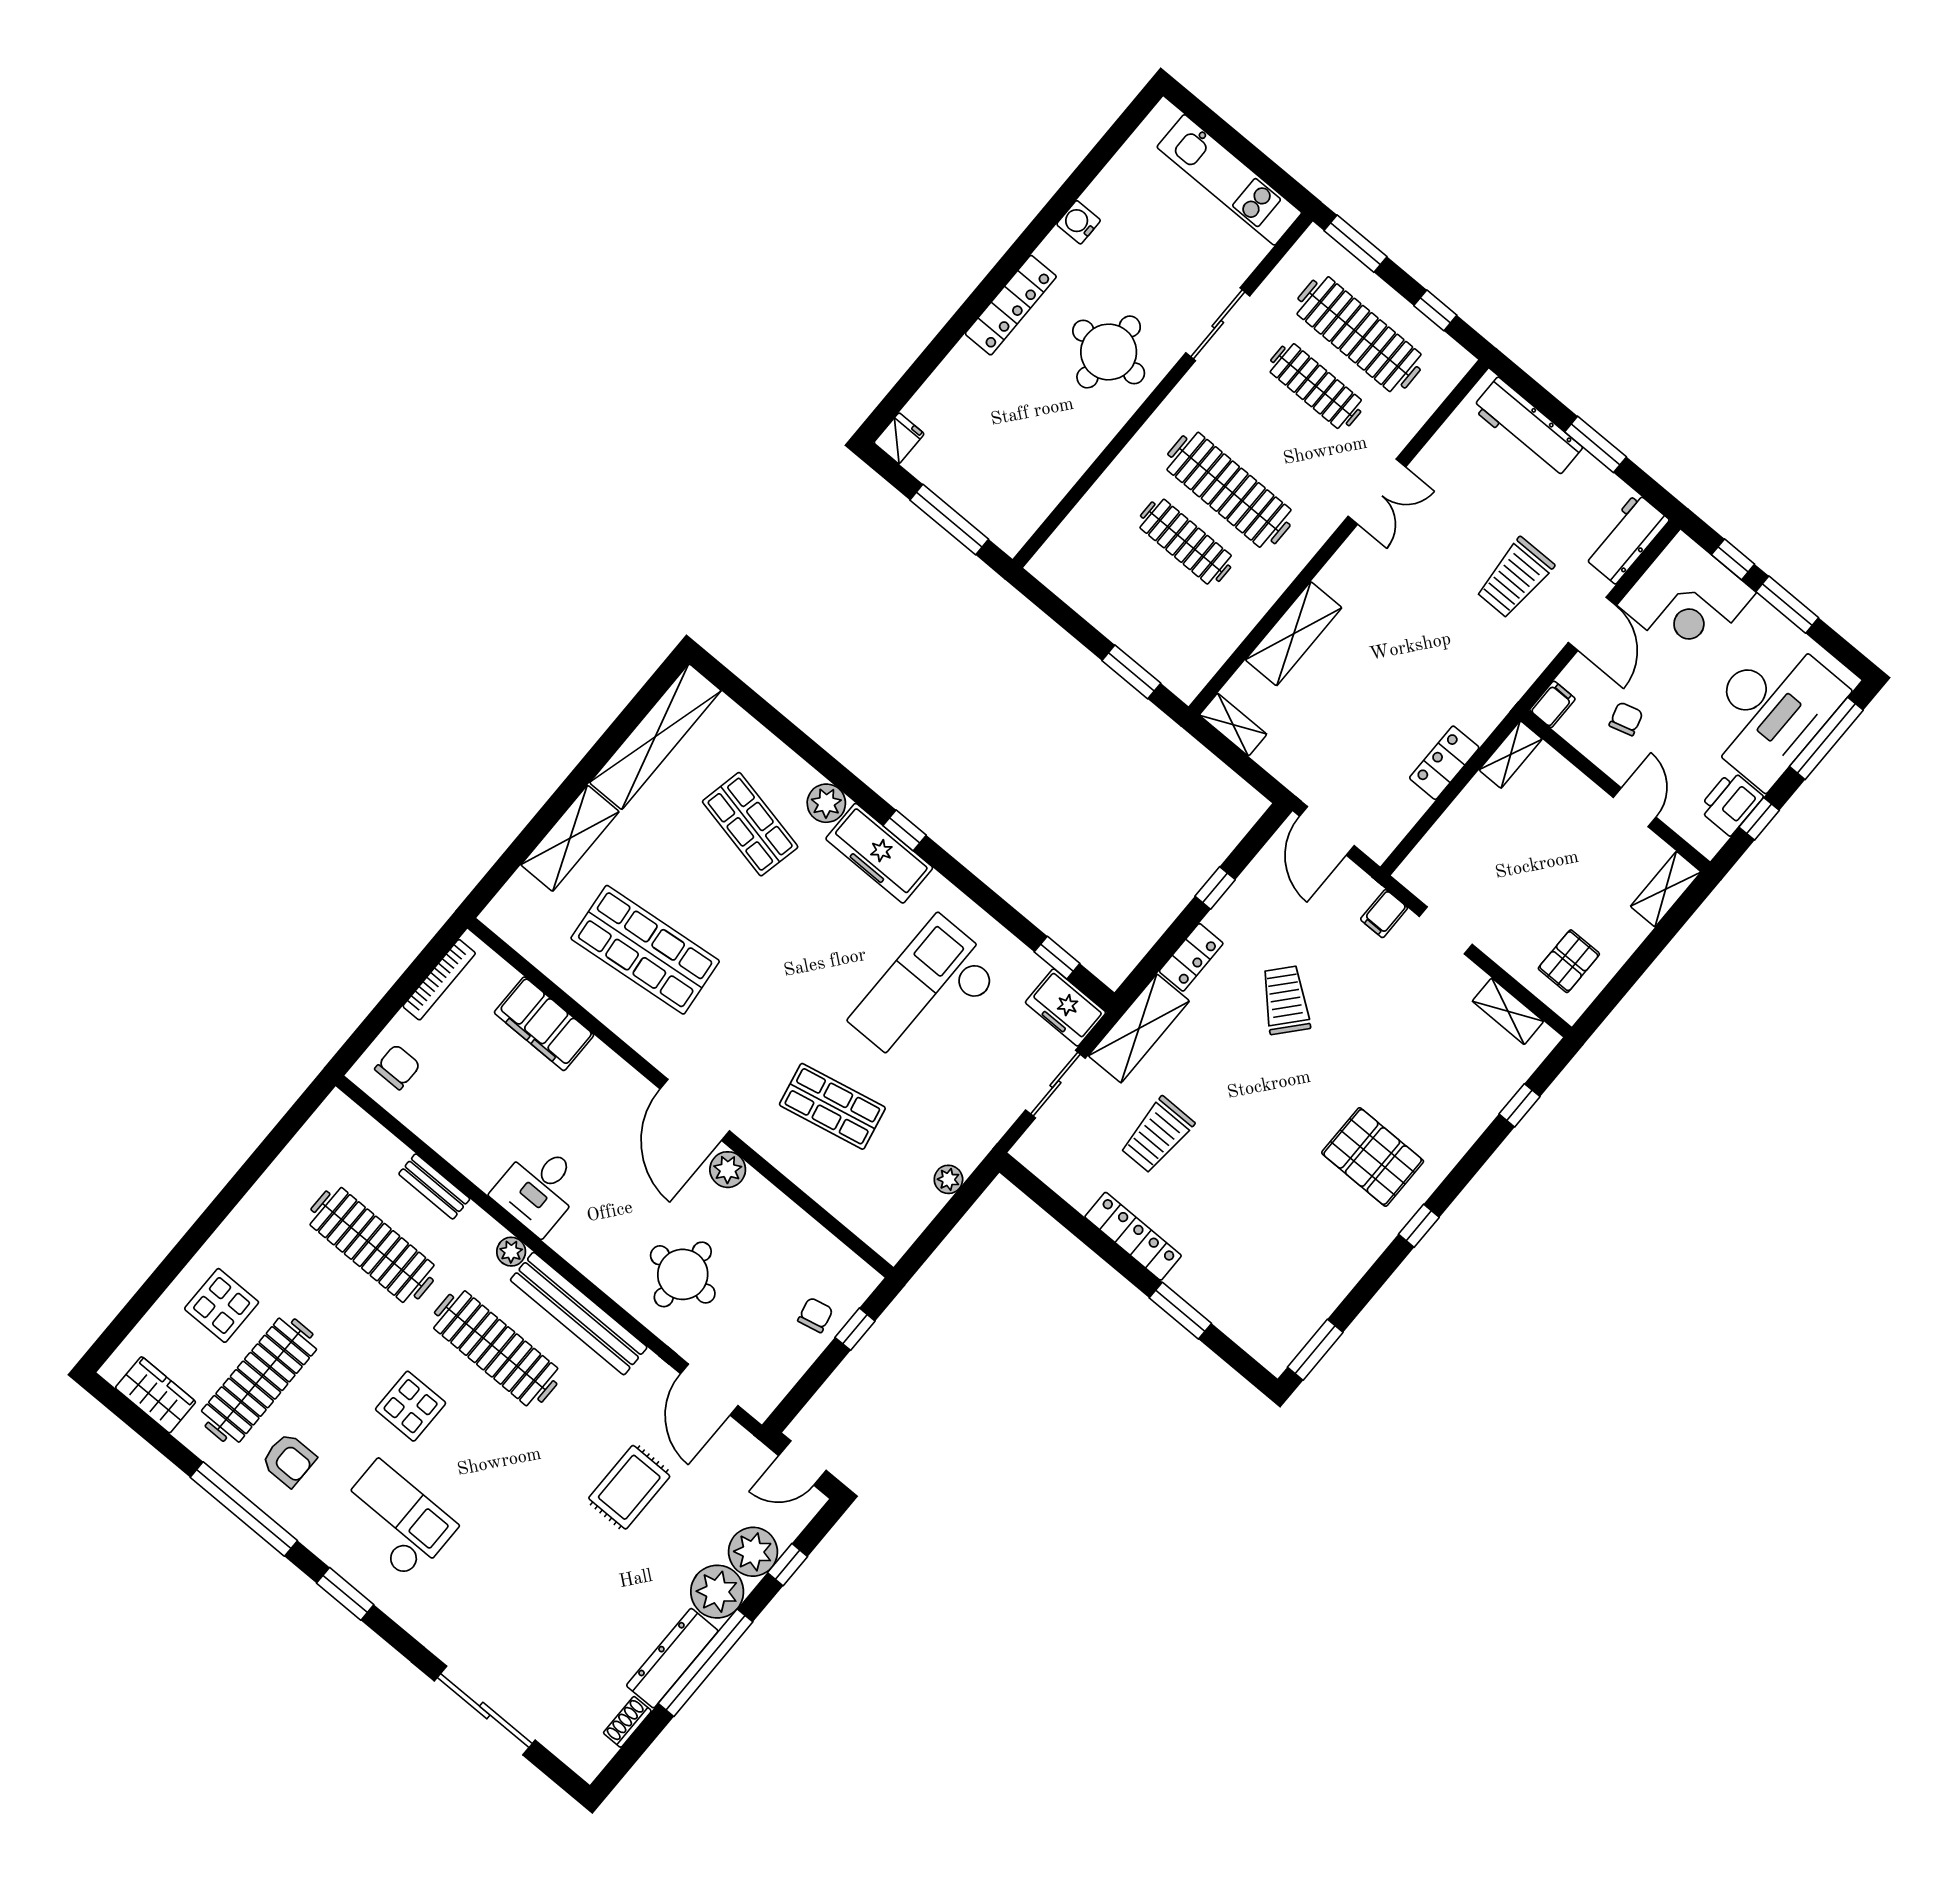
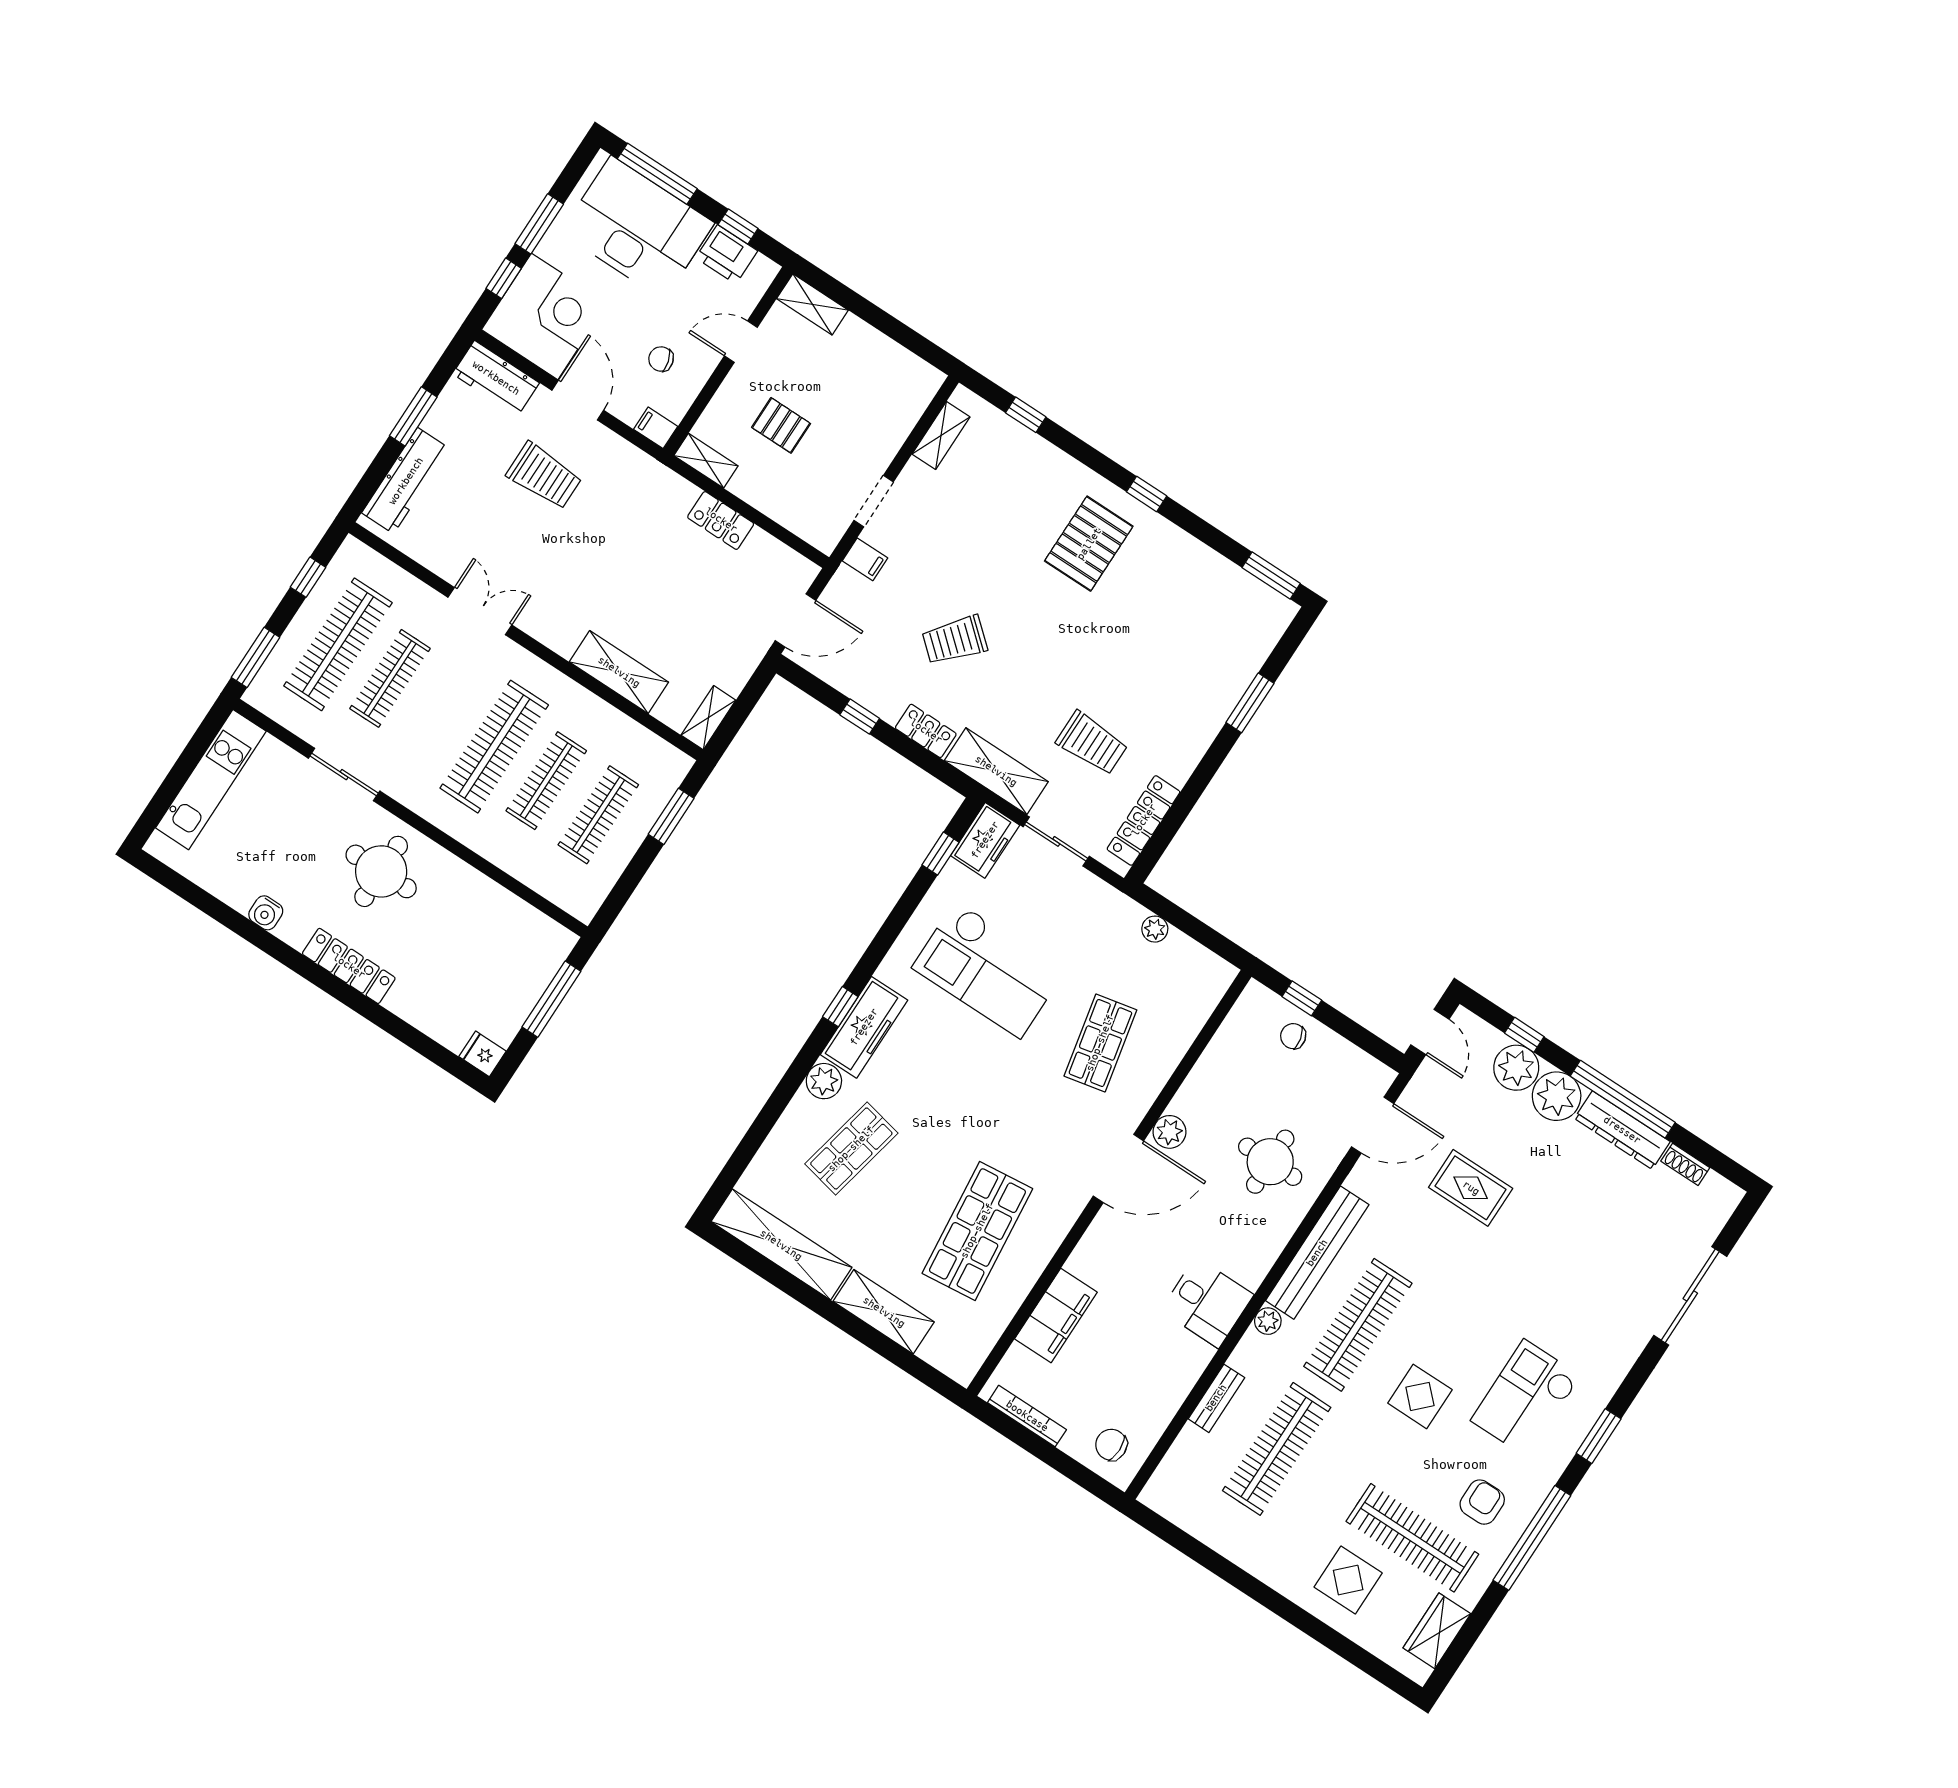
clothes rail: (1142, 593) -> (598, 815), added
door: (1592, 624) -> (578, 400), hinge flipped
pallet: (1569, 961) -> (781, 425), moved
locker: (1133, 1236) -> (1144, 820), moved

